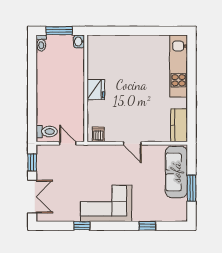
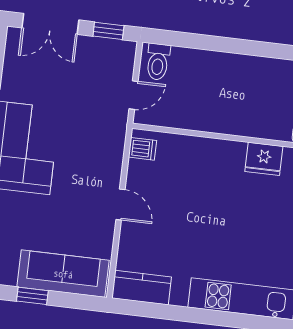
fridge: (96, 90) -> (264, 159), moved
door: (132, 143) -> (120, 205), swing flipped
window: (191, 188) -> (32, 296), width x0.67

